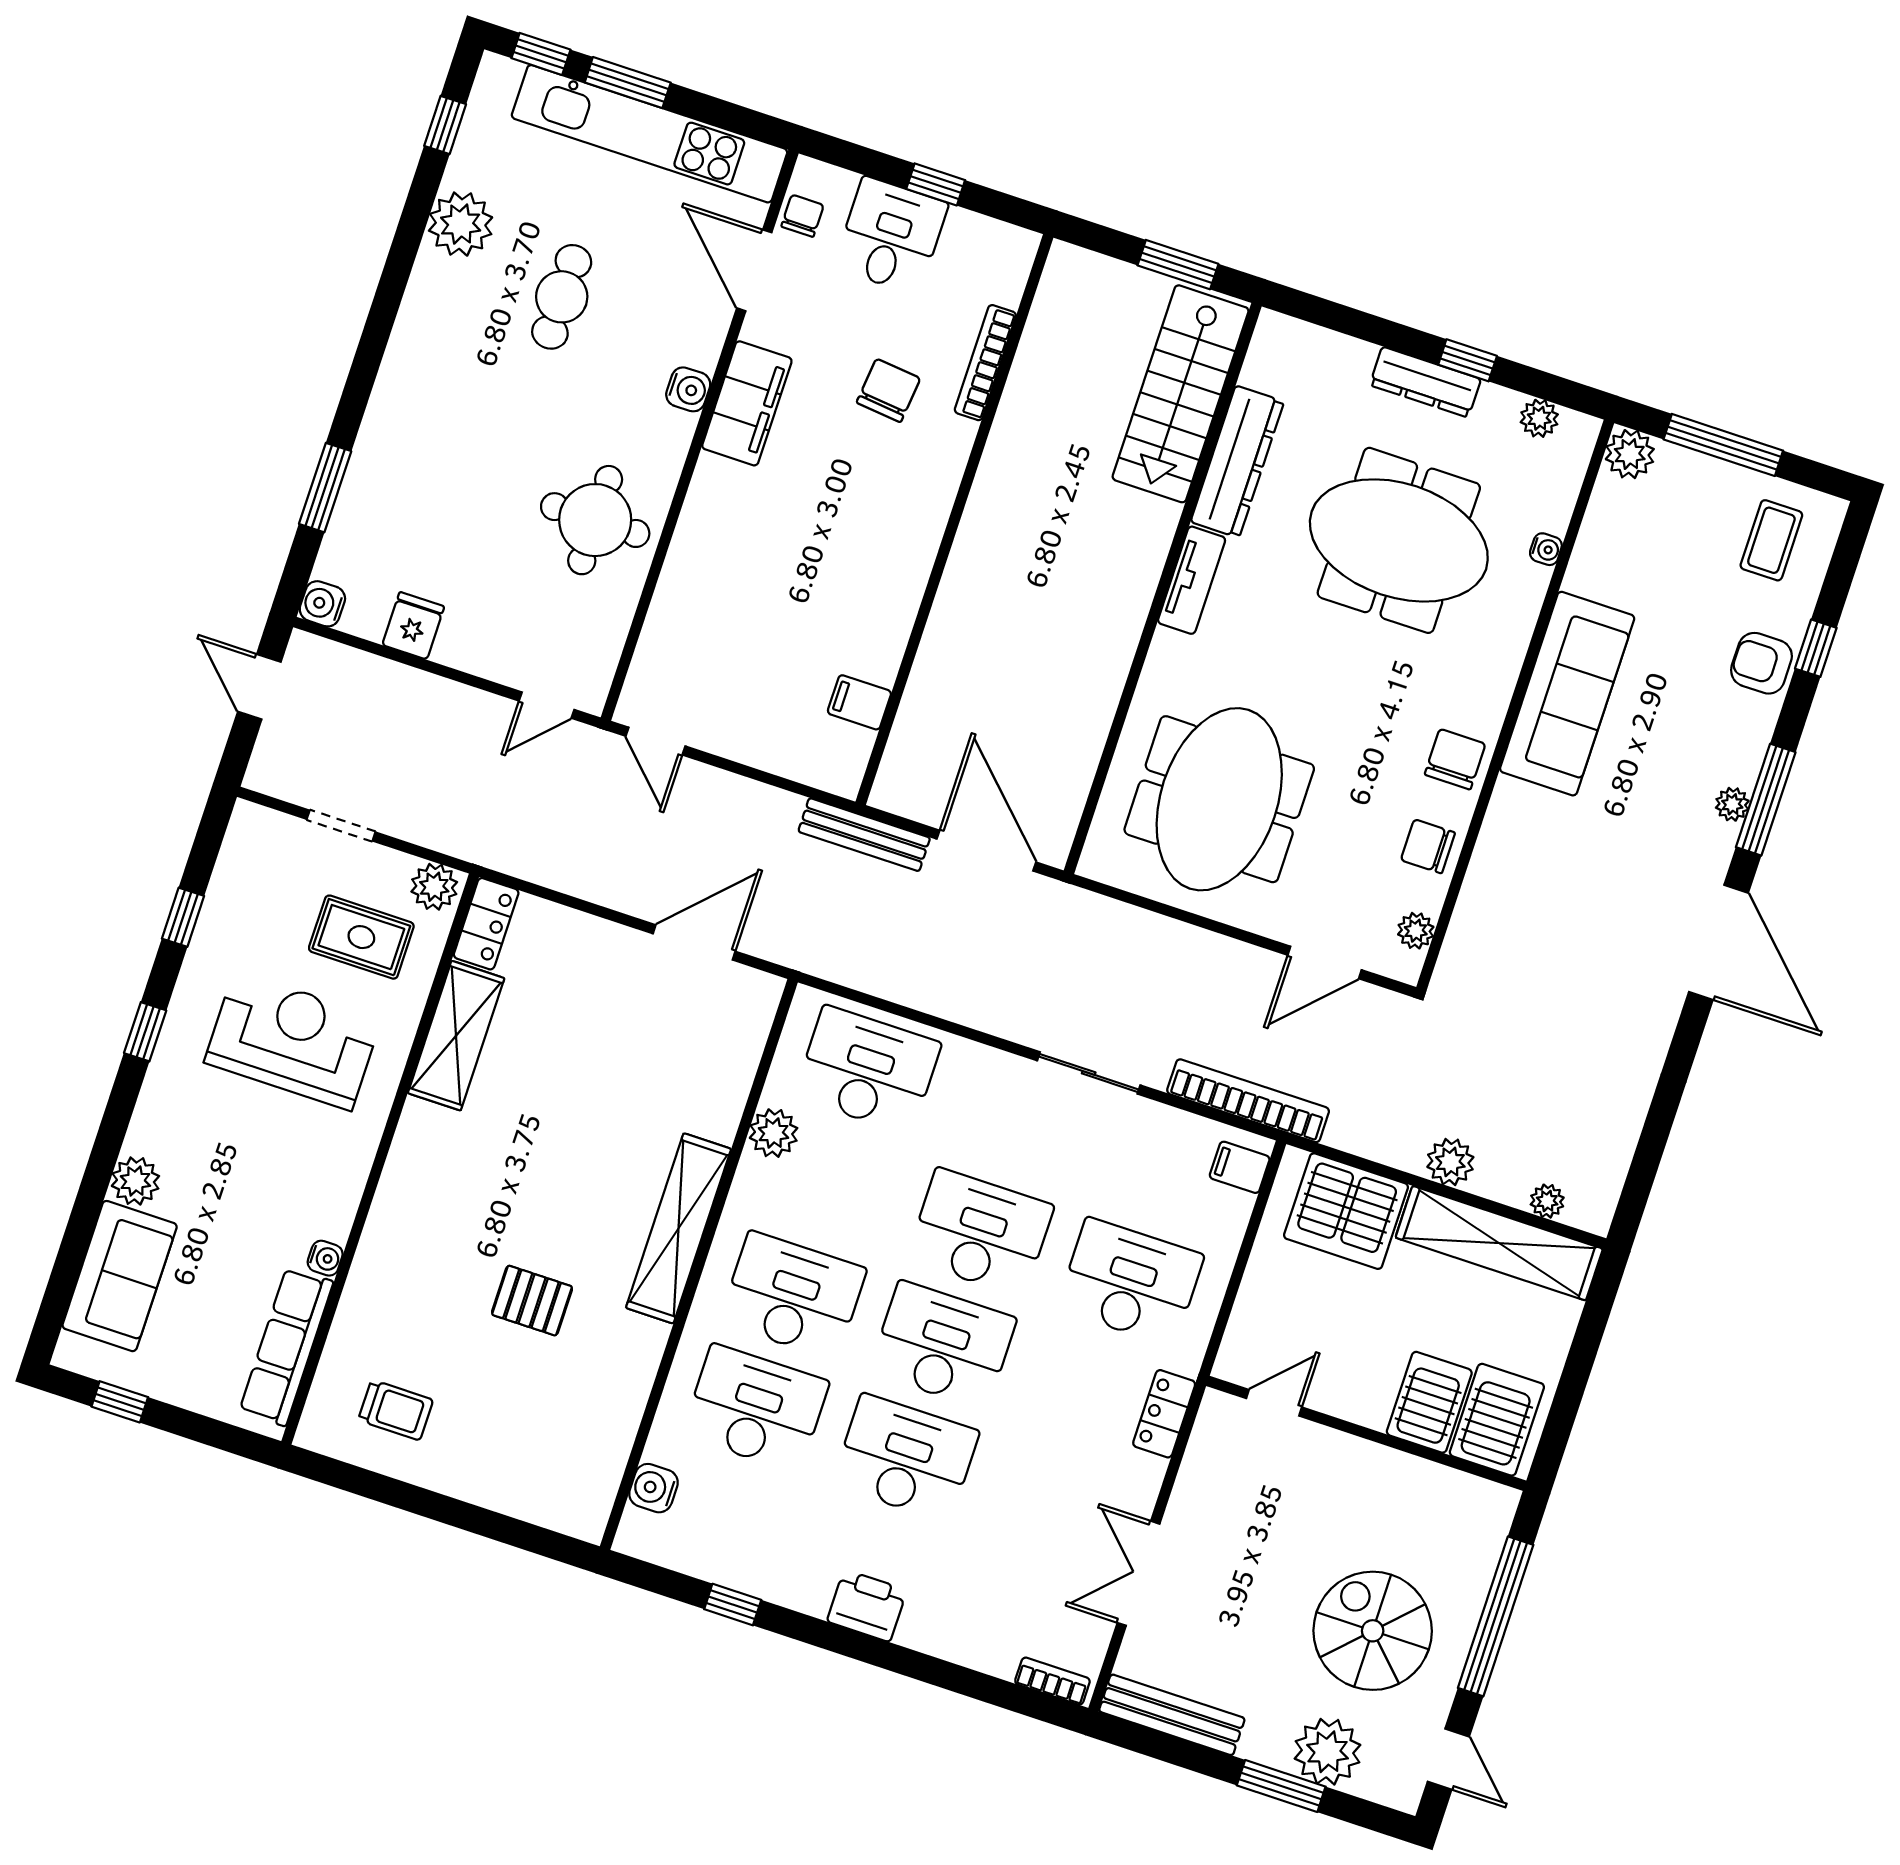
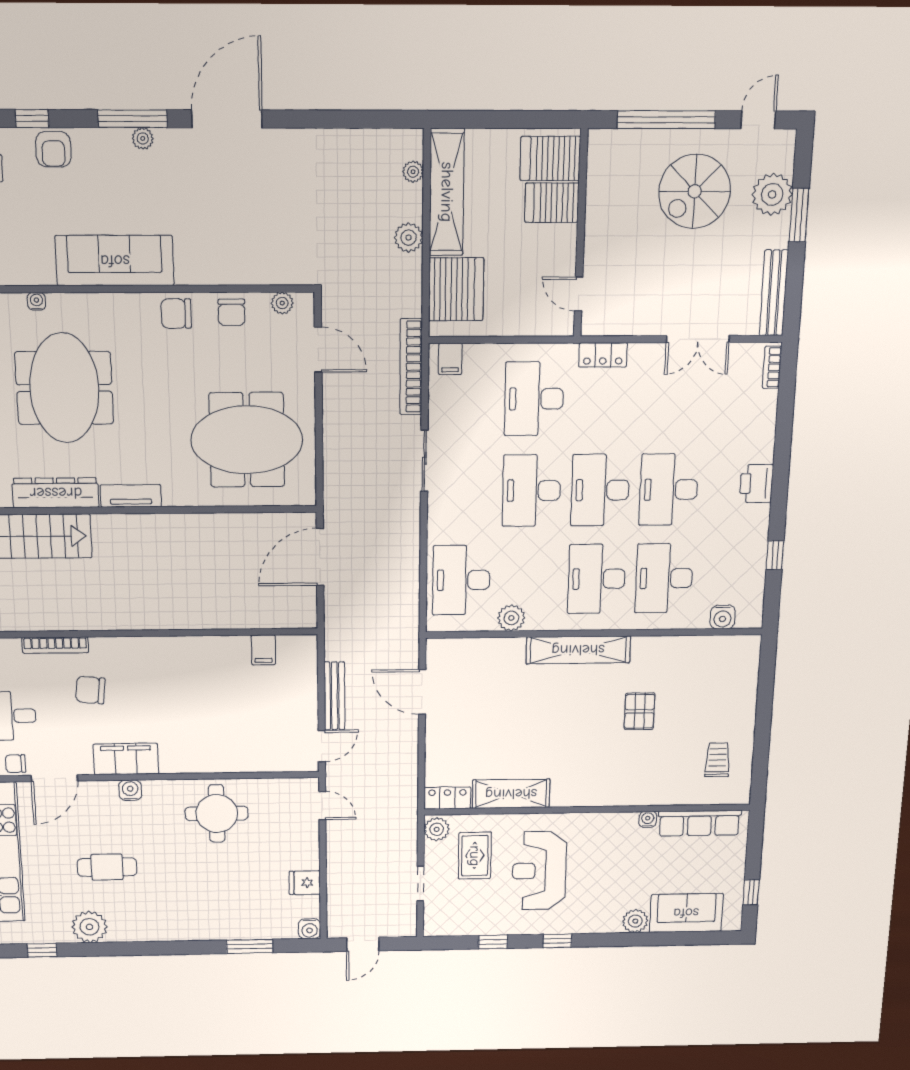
bench: (864, 835) -> (334, 696), moved

